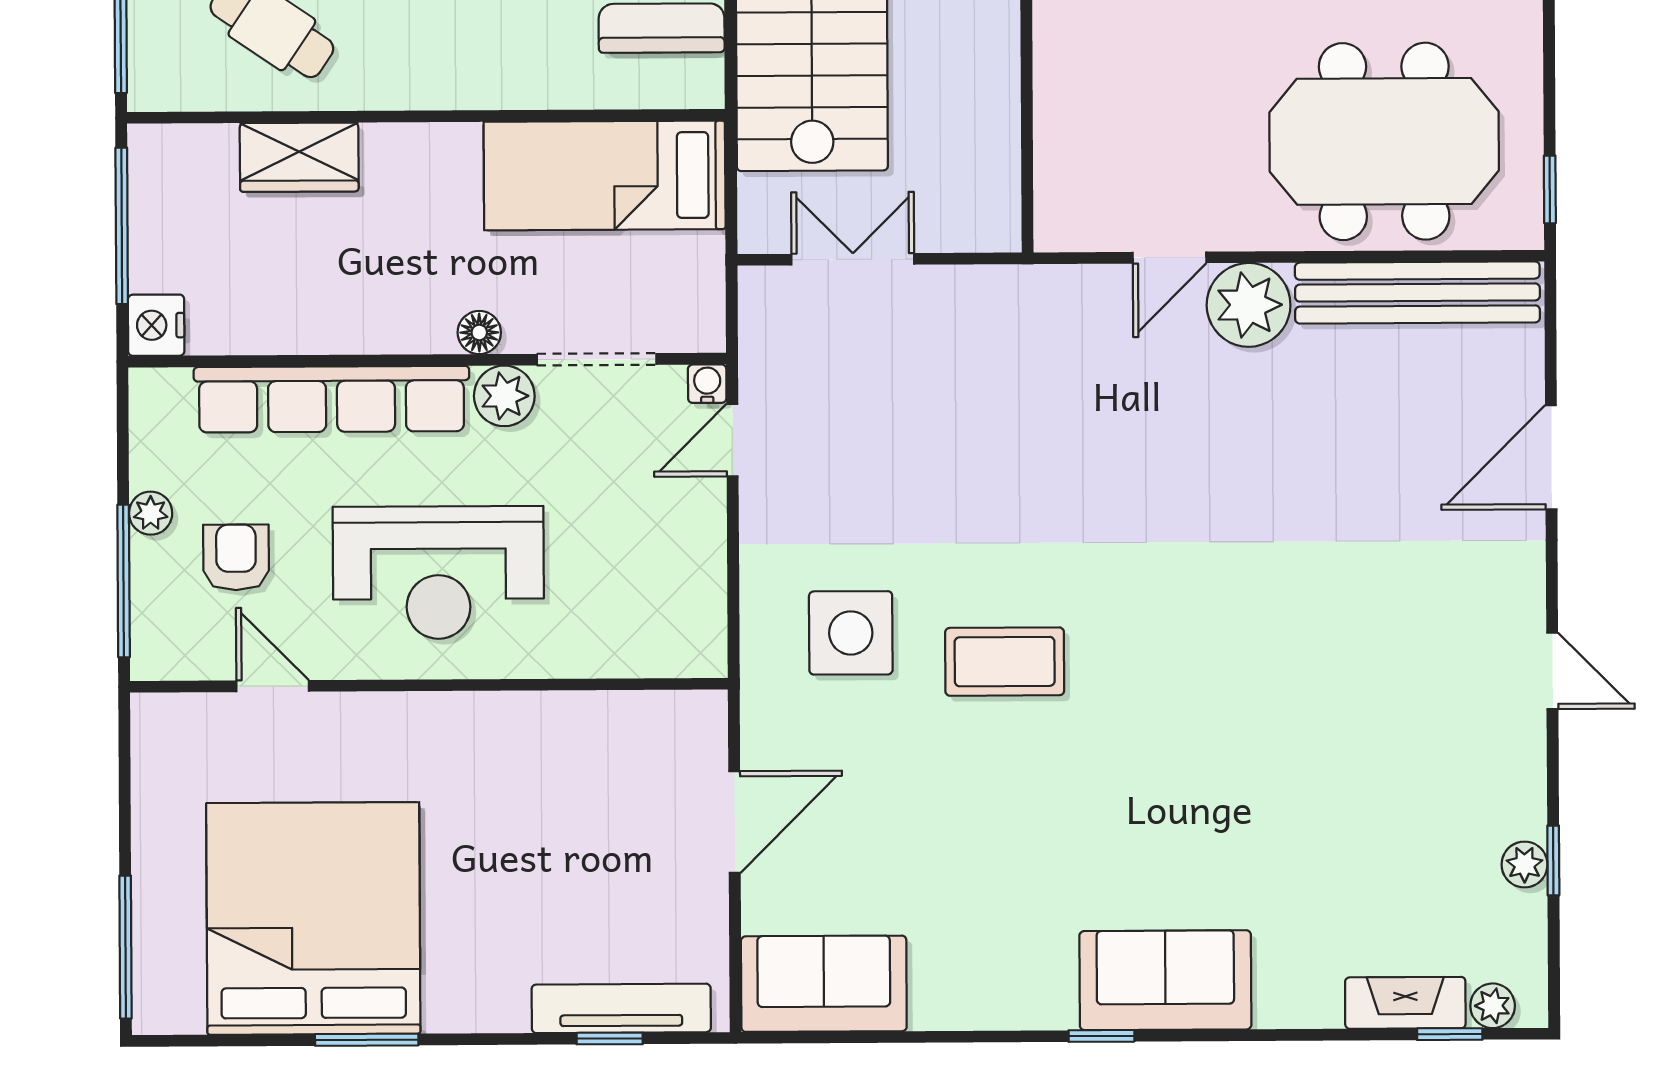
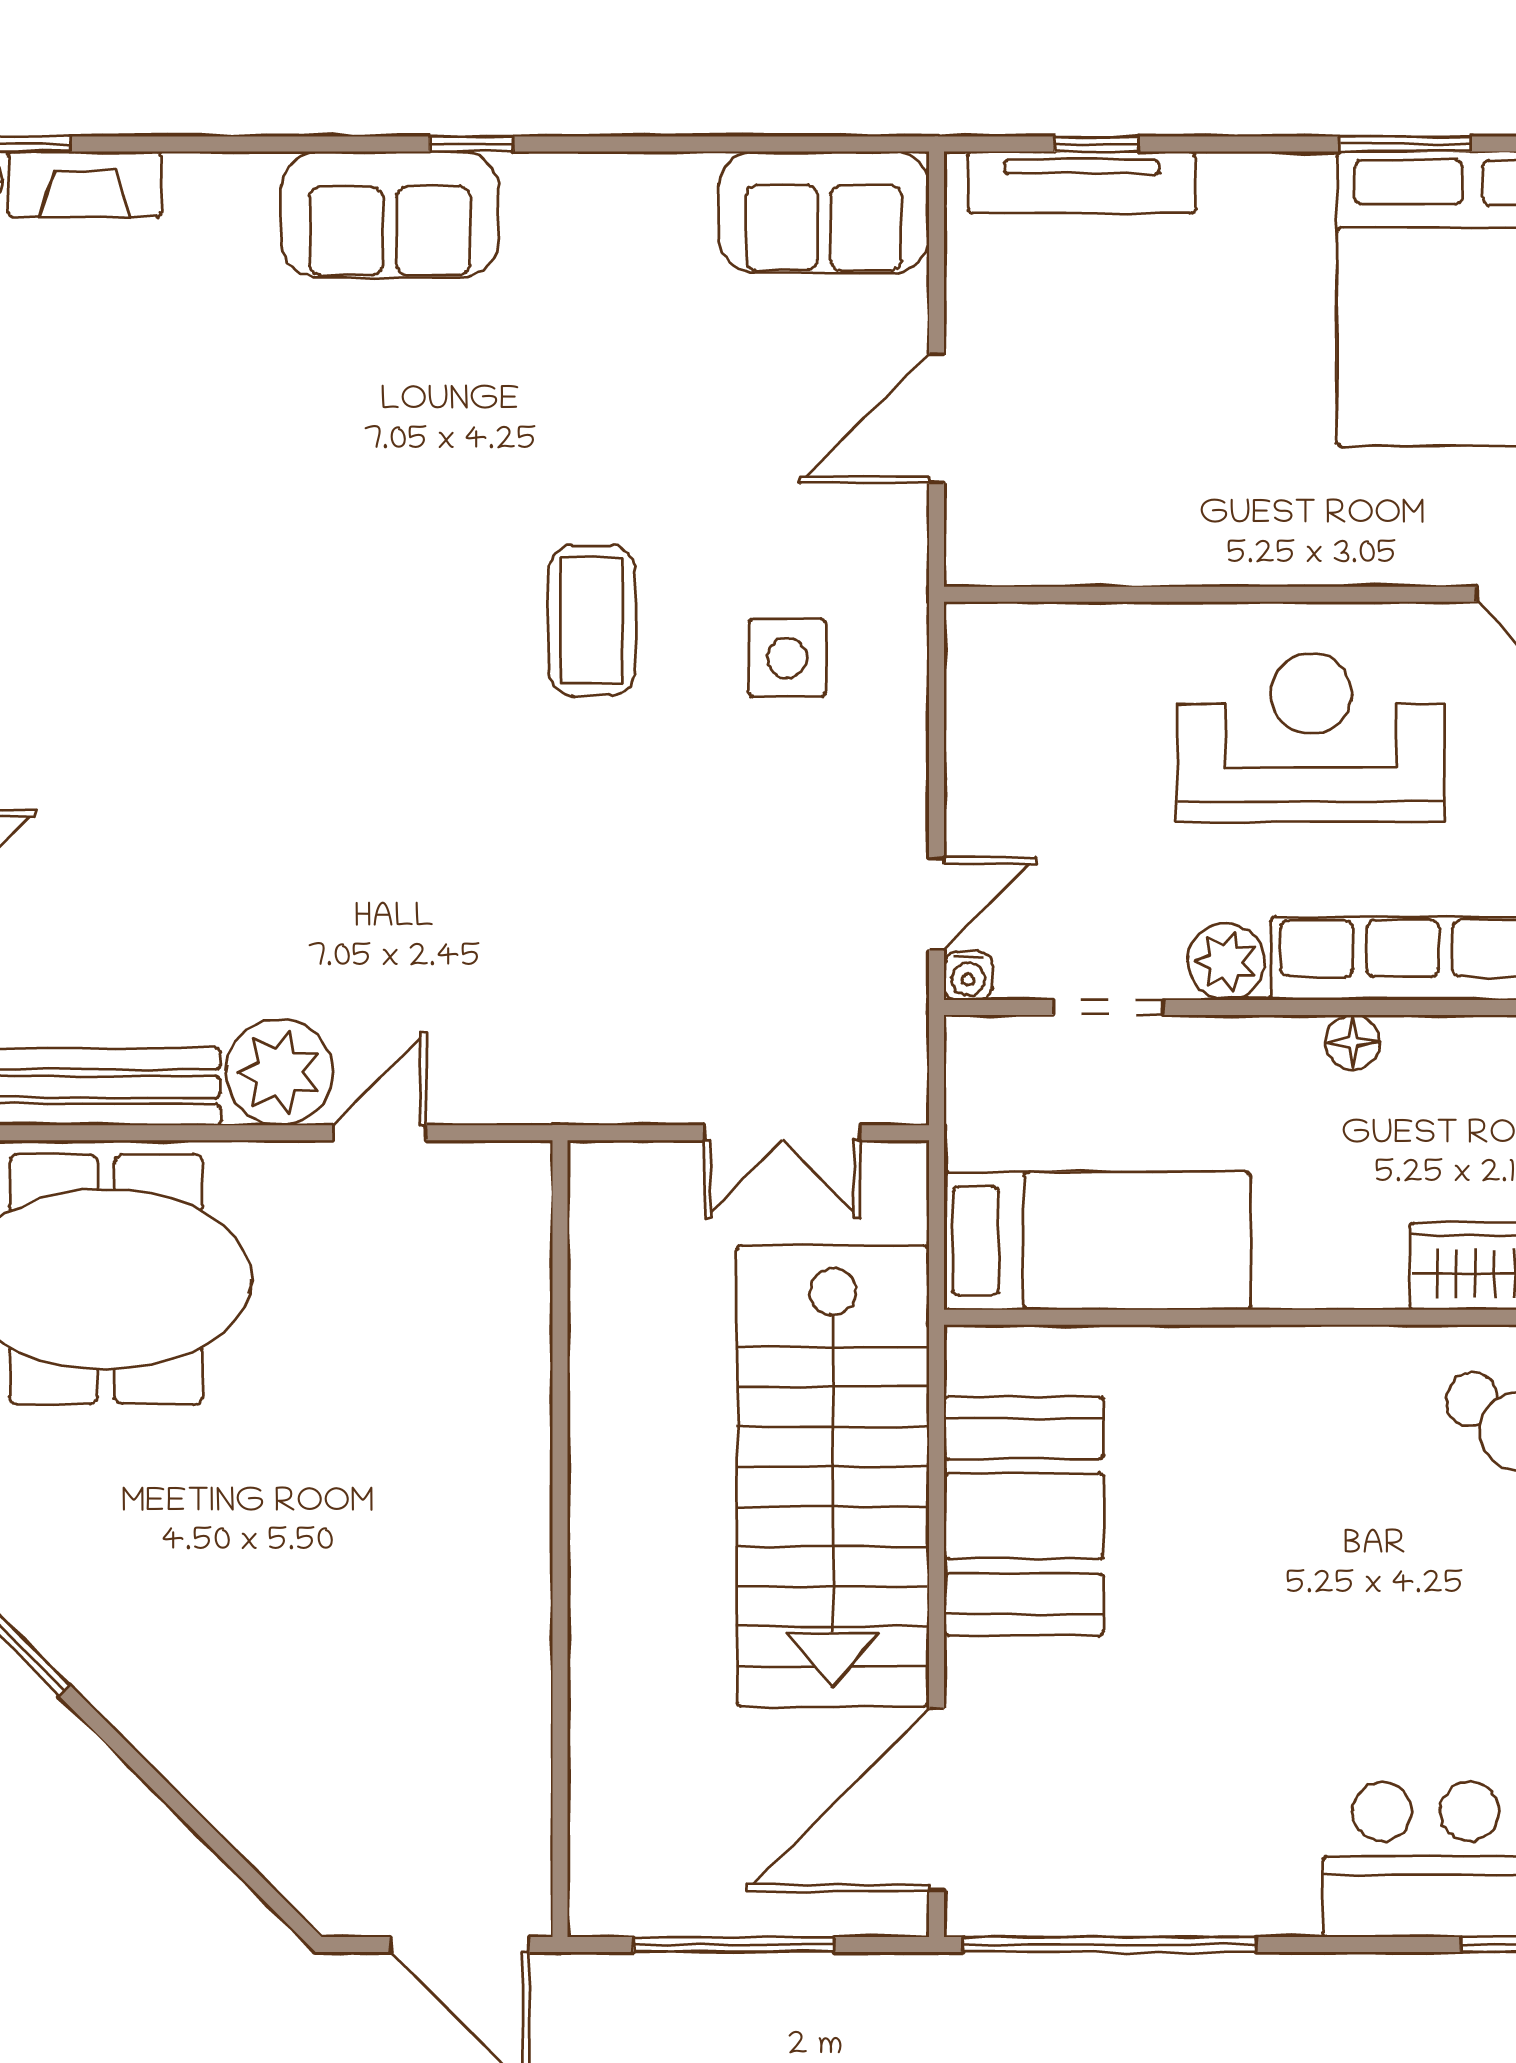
floor lamp: (479, 332) -> (1353, 1042), moved
doorway: (597, 359) -> (1108, 1007), width x0.73
side table: (851, 633) -> (787, 658), width x0.73, depth x0.73
coffee table: (1005, 662) -> (592, 620), turned 90

